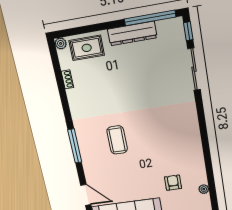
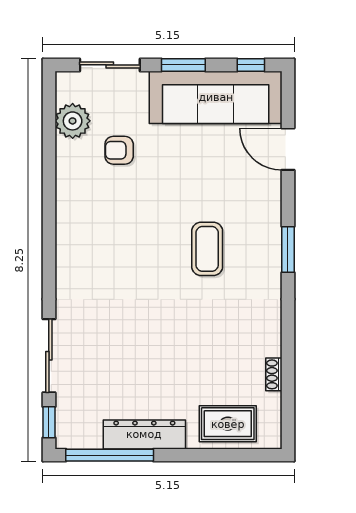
plant: (61, 43) -> (272, 439), removed
window: (75, 146) -> (288, 249), width x0.69
armchair: (173, 183) -> (119, 150), turned 90
plant: (204, 189) -> (73, 121), width x1.88, depth x1.88

